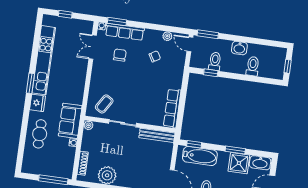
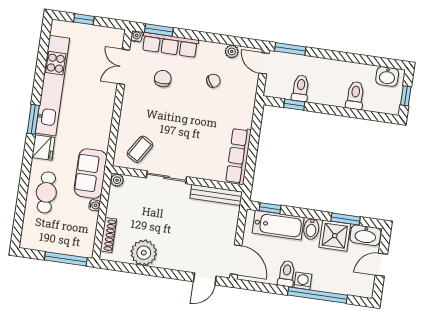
washbasin: (239, 48) -> (387, 76), moved
window: (235, 150) -> (346, 219), moved
bidet: (223, 158) -> (311, 229), added

